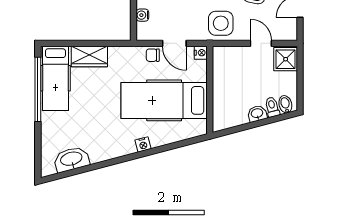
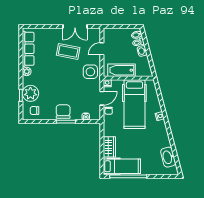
shower: (286, 59) -> (111, 35), removed
bathtub: (224, 78) -> (122, 70), added

